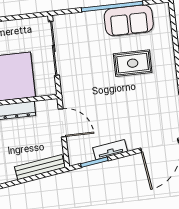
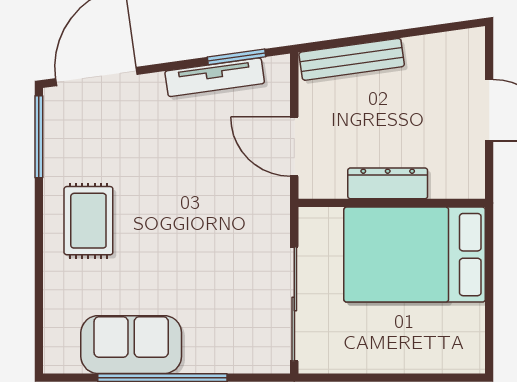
rug: (133, 63) -> (88, 221), moved, turned 90
tv unit: (110, 150) -> (215, 77), width x1.41

